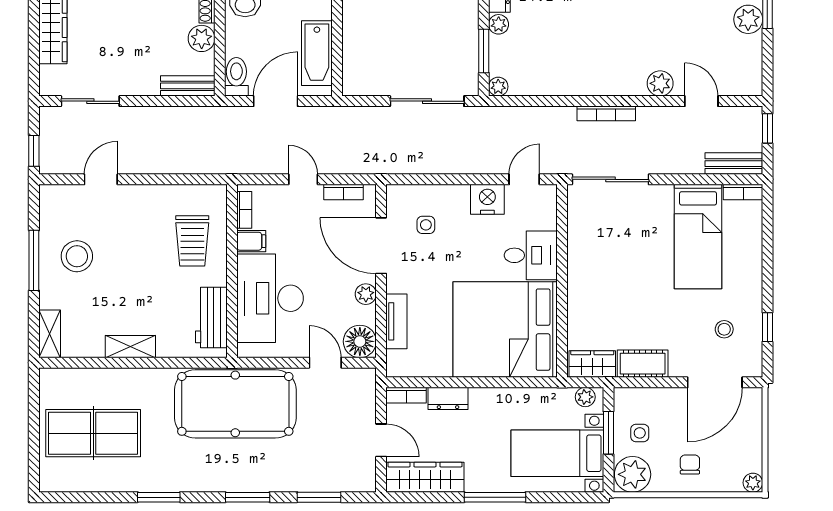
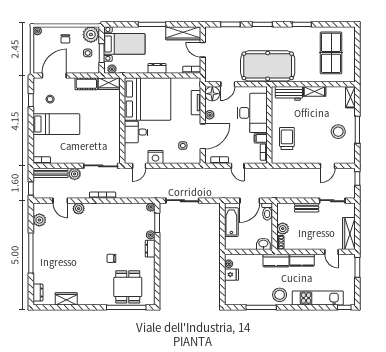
plant: (748, 19) -> (39, 220), moved
bench: (188, 86) -> (307, 207), moved
plant: (669, 161) -> (75, 174), added
bench: (734, 164) -> (50, 173), width x1.36
bed: (698, 237) -> (56, 124), moved, turned 90
door: (381, 246) -> (203, 136), hinge flipped
workbench: (211, 317) -> (289, 93), moved, turned 90
door: (325, 363) -> (228, 84), hinge flipped
dresser: (448, 398) -> (157, 68), moved
table tennis table: (93, 433) -> (331, 53), turned 90

